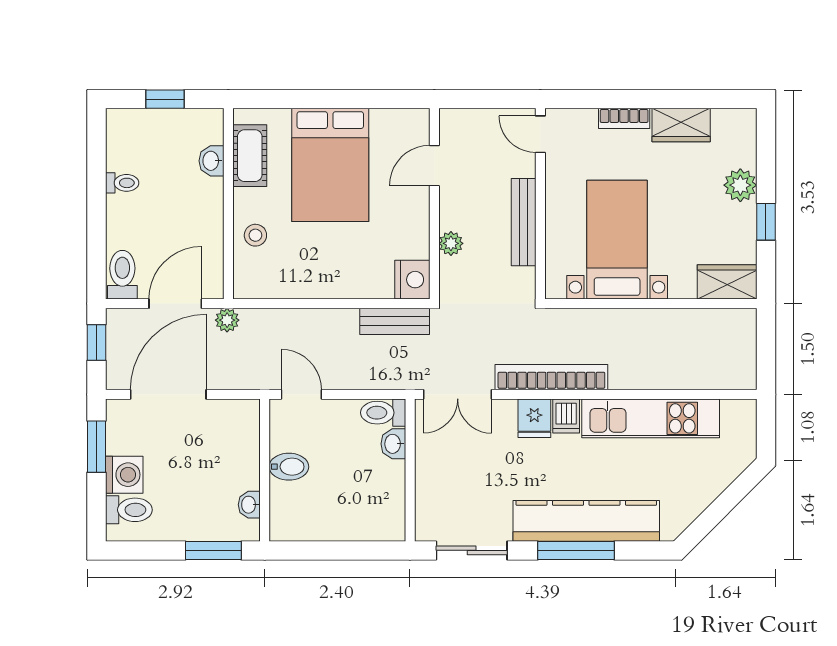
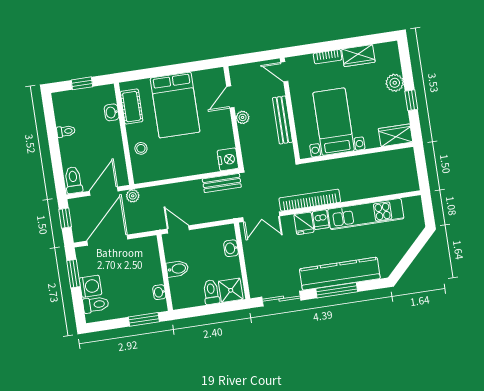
plant: (451, 243) -> (243, 117), moved
toilet: (383, 413) -> (211, 292), moved, turned 90
shower: (381, 521) -> (231, 290), added

